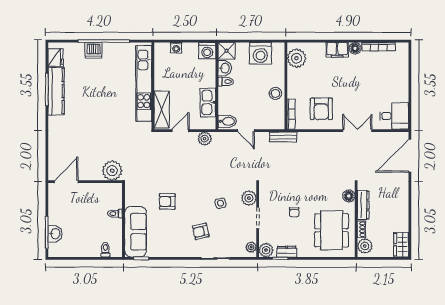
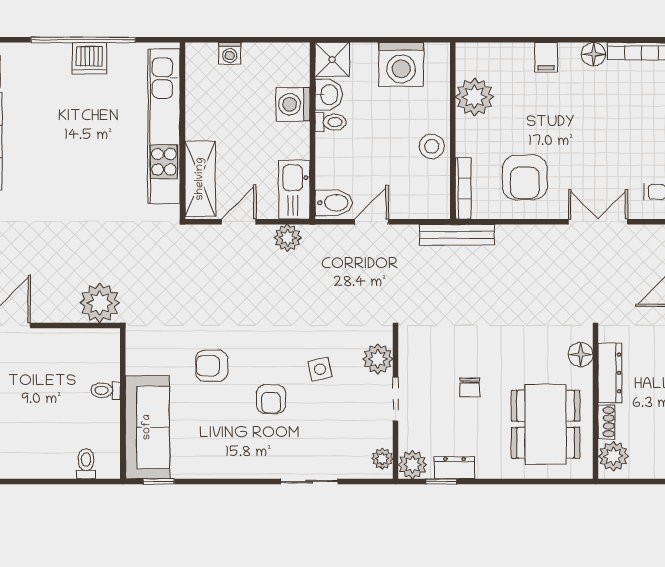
dishwasher: (94, 50) -> (89, 58), moved
filing cabinet: (337, 50) -> (546, 57), width x0.50
washing machine: (207, 51) -> (293, 104), moved, turned 90
plant: (297, 58) -> (474, 97), moved
kitchen sink: (208, 102) -> (294, 190), moved
door: (246, 131) -> (372, 222), swing flipped
bench: (283, 137) -> (457, 235), width x1.36
armchair: (201, 231) -> (271, 399), moved, turned -77

